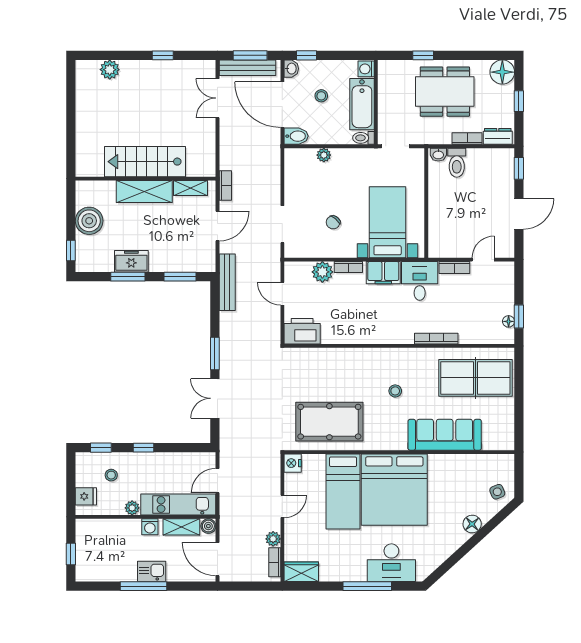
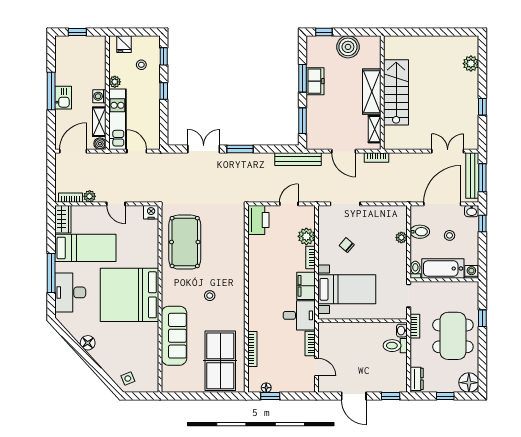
bidet: (296, 136) -> (420, 232), moved, turned -90
bookcase: (467, 138) -> (415, 326), moved
bookcase: (436, 339) -> (252, 349), moved
bed: (343, 492) -> (85, 248), moved, turned 180
floor lamp: (472, 524) -> (88, 343), moved

